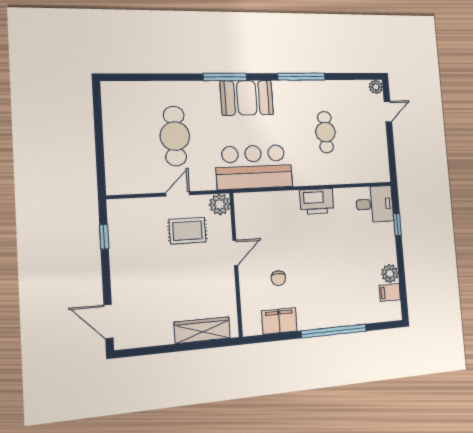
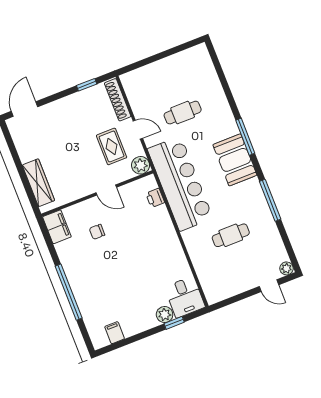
cafe table: (175, 136) -> (183, 113), width x0.73, depth x0.74
bar counter: (254, 167) -> (180, 184), width x1.36
printer: (317, 201) -> (155, 198), moved, width x0.53, depth x0.68
shoe rack: (135, 206) -> (118, 100), added
plant: (390, 274) -> (165, 315), moved
filing cabinet: (279, 321) -> (57, 227), moved

